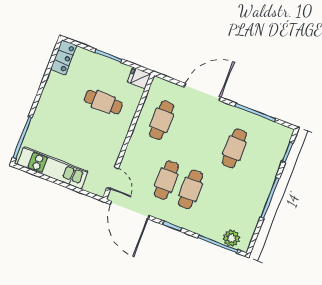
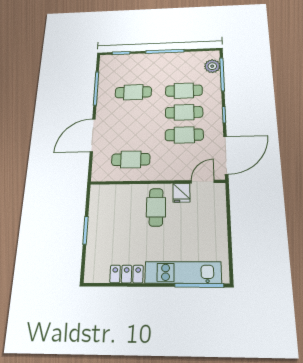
locker: (64, 57) -> (127, 274), moved
fridge: (139, 78) -> (181, 193), moved
door: (202, 92) -> (93, 135), hinge flipped
cafe table: (103, 102) -> (156, 207), moved
kitchen unit: (53, 168) -> (183, 272), moved, turned 90
cafe table: (215, 199) -> (184, 91), added

